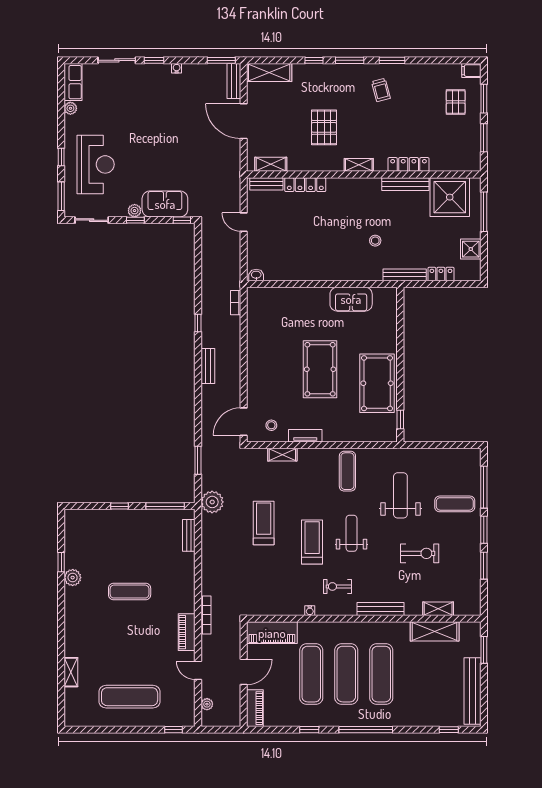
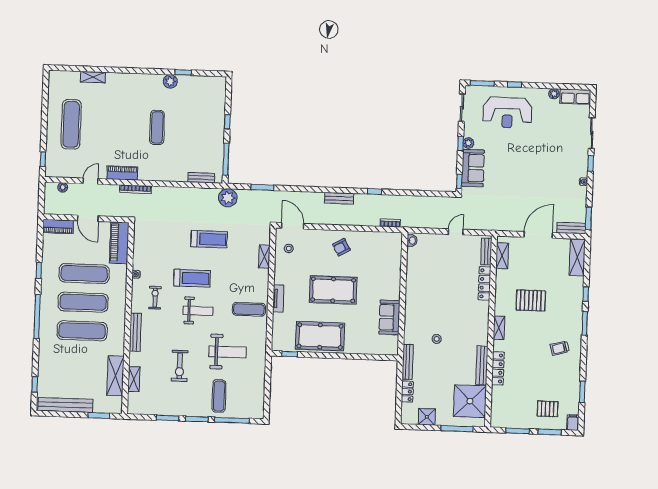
window: (392, 60) -> (582, 392), moved
armchair: (268, 361) -> (341, 247), added
tv unit: (305, 436) -> (278, 298), moved

